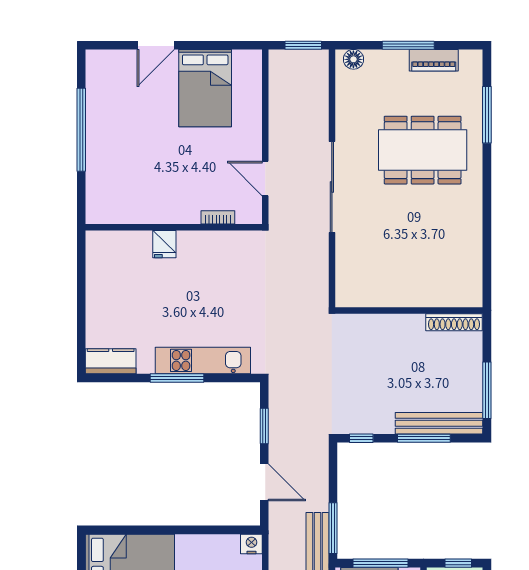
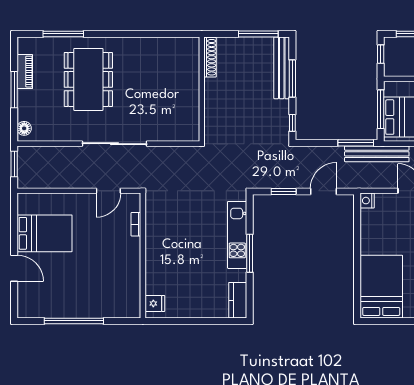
fridge: (164, 244) -> (155, 303), moved

